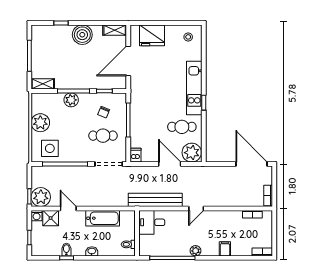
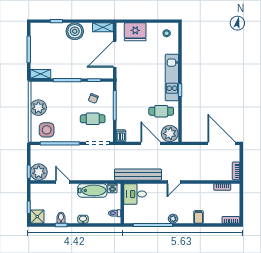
plant: (71, 100) -> (65, 88), removed
washing machine: (37, 216) -> (112, 188), moved
shower: (51, 218) -> (37, 217), moved

